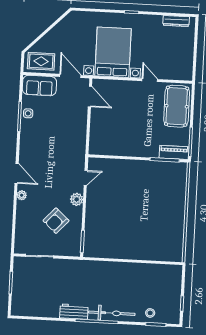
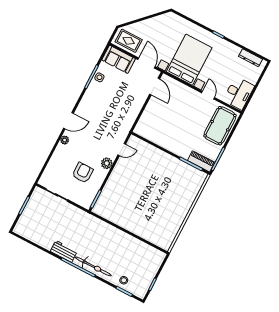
desk: (181, 63) -> (239, 93), added
door: (17, 173) -> (68, 121), hinge flipped
armchair: (56, 221) -> (83, 173), turned 138

